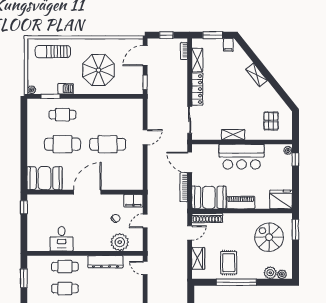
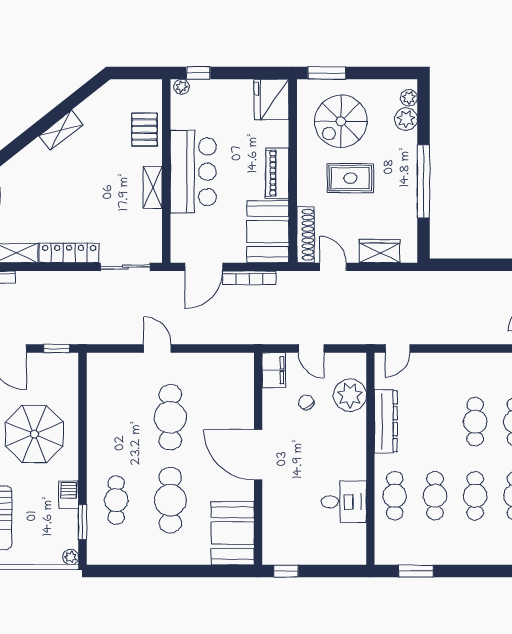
shelving: (257, 75) -> (61, 130), moved
pallet: (271, 121) -> (144, 129), moved, turned 90
rug: (229, 263) -> (350, 178), moved

